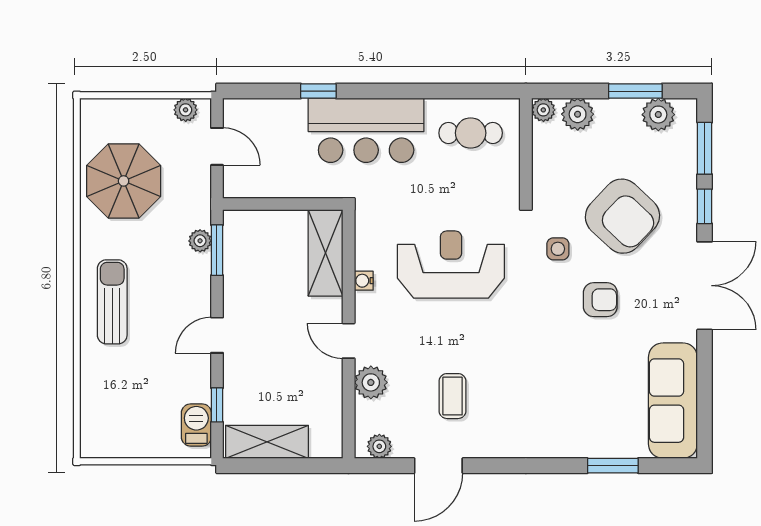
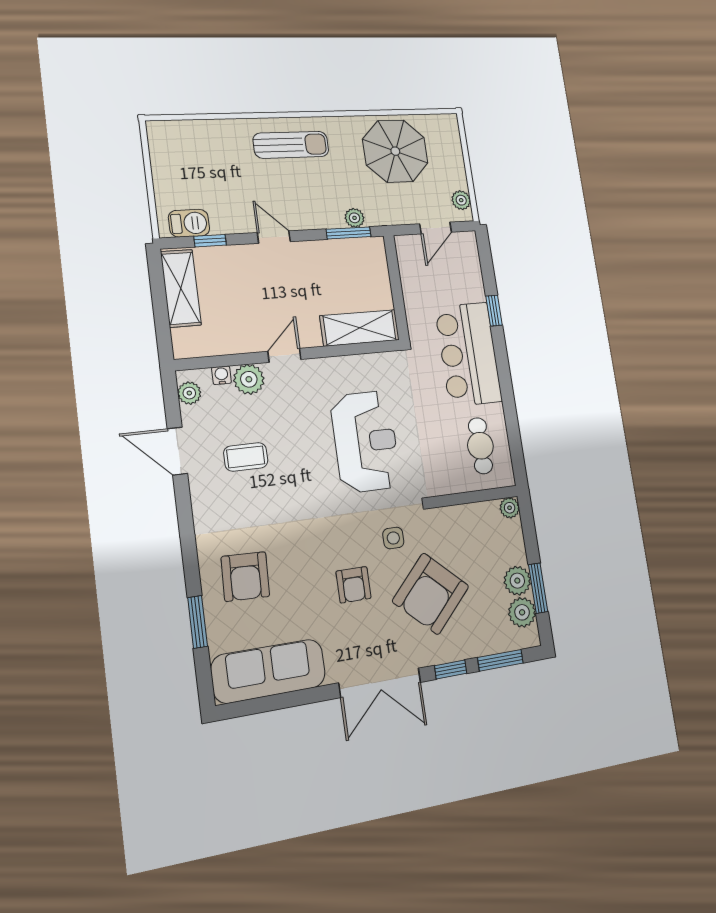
plant: (578, 114) -> (517, 581), moved
water cooler: (364, 281) -> (221, 375), moved
armchair: (575, 412) -> (245, 577), added

